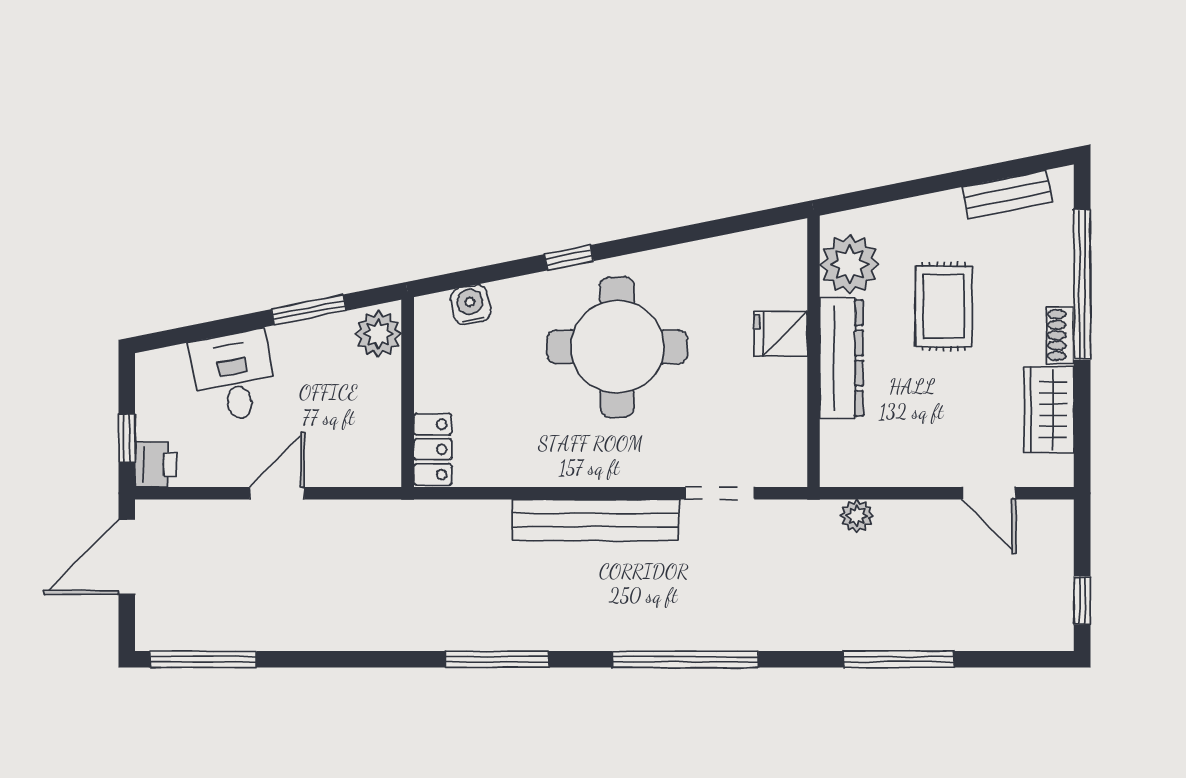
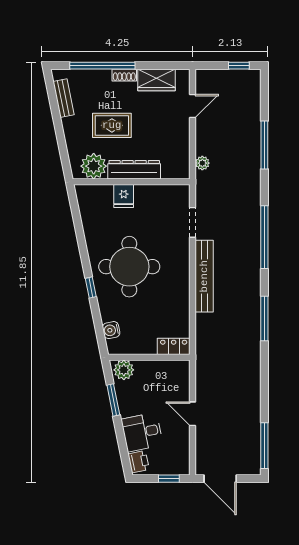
printer: (156, 464) -> (138, 462), moved, turned 79

